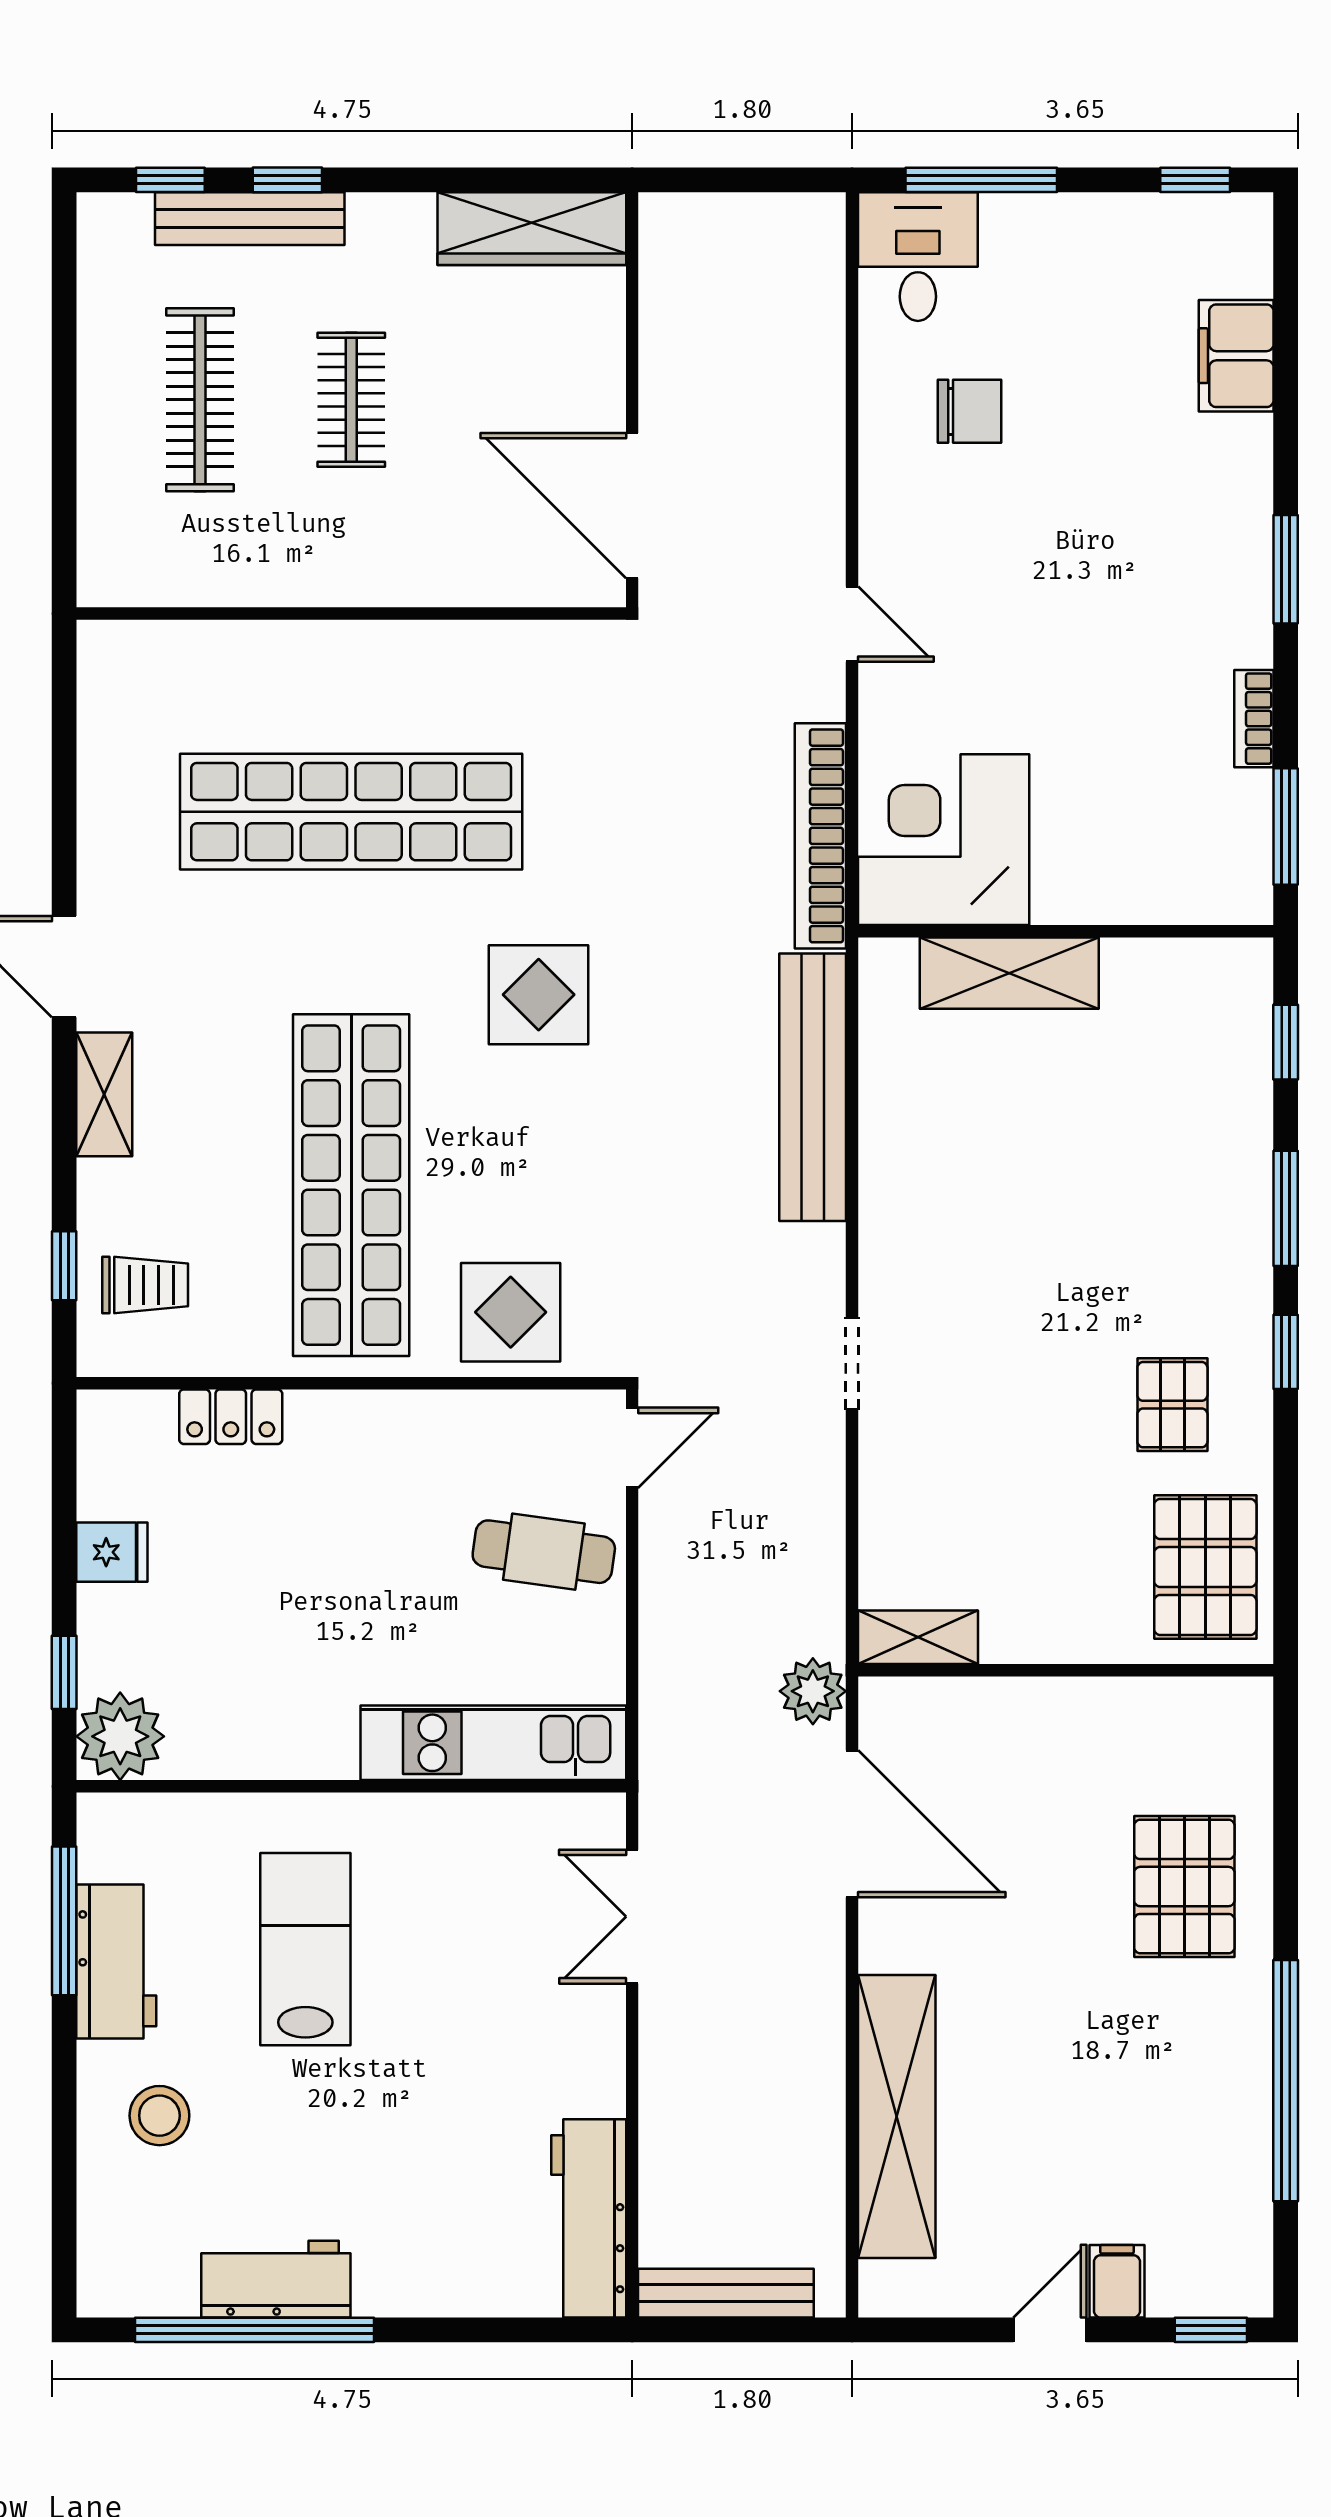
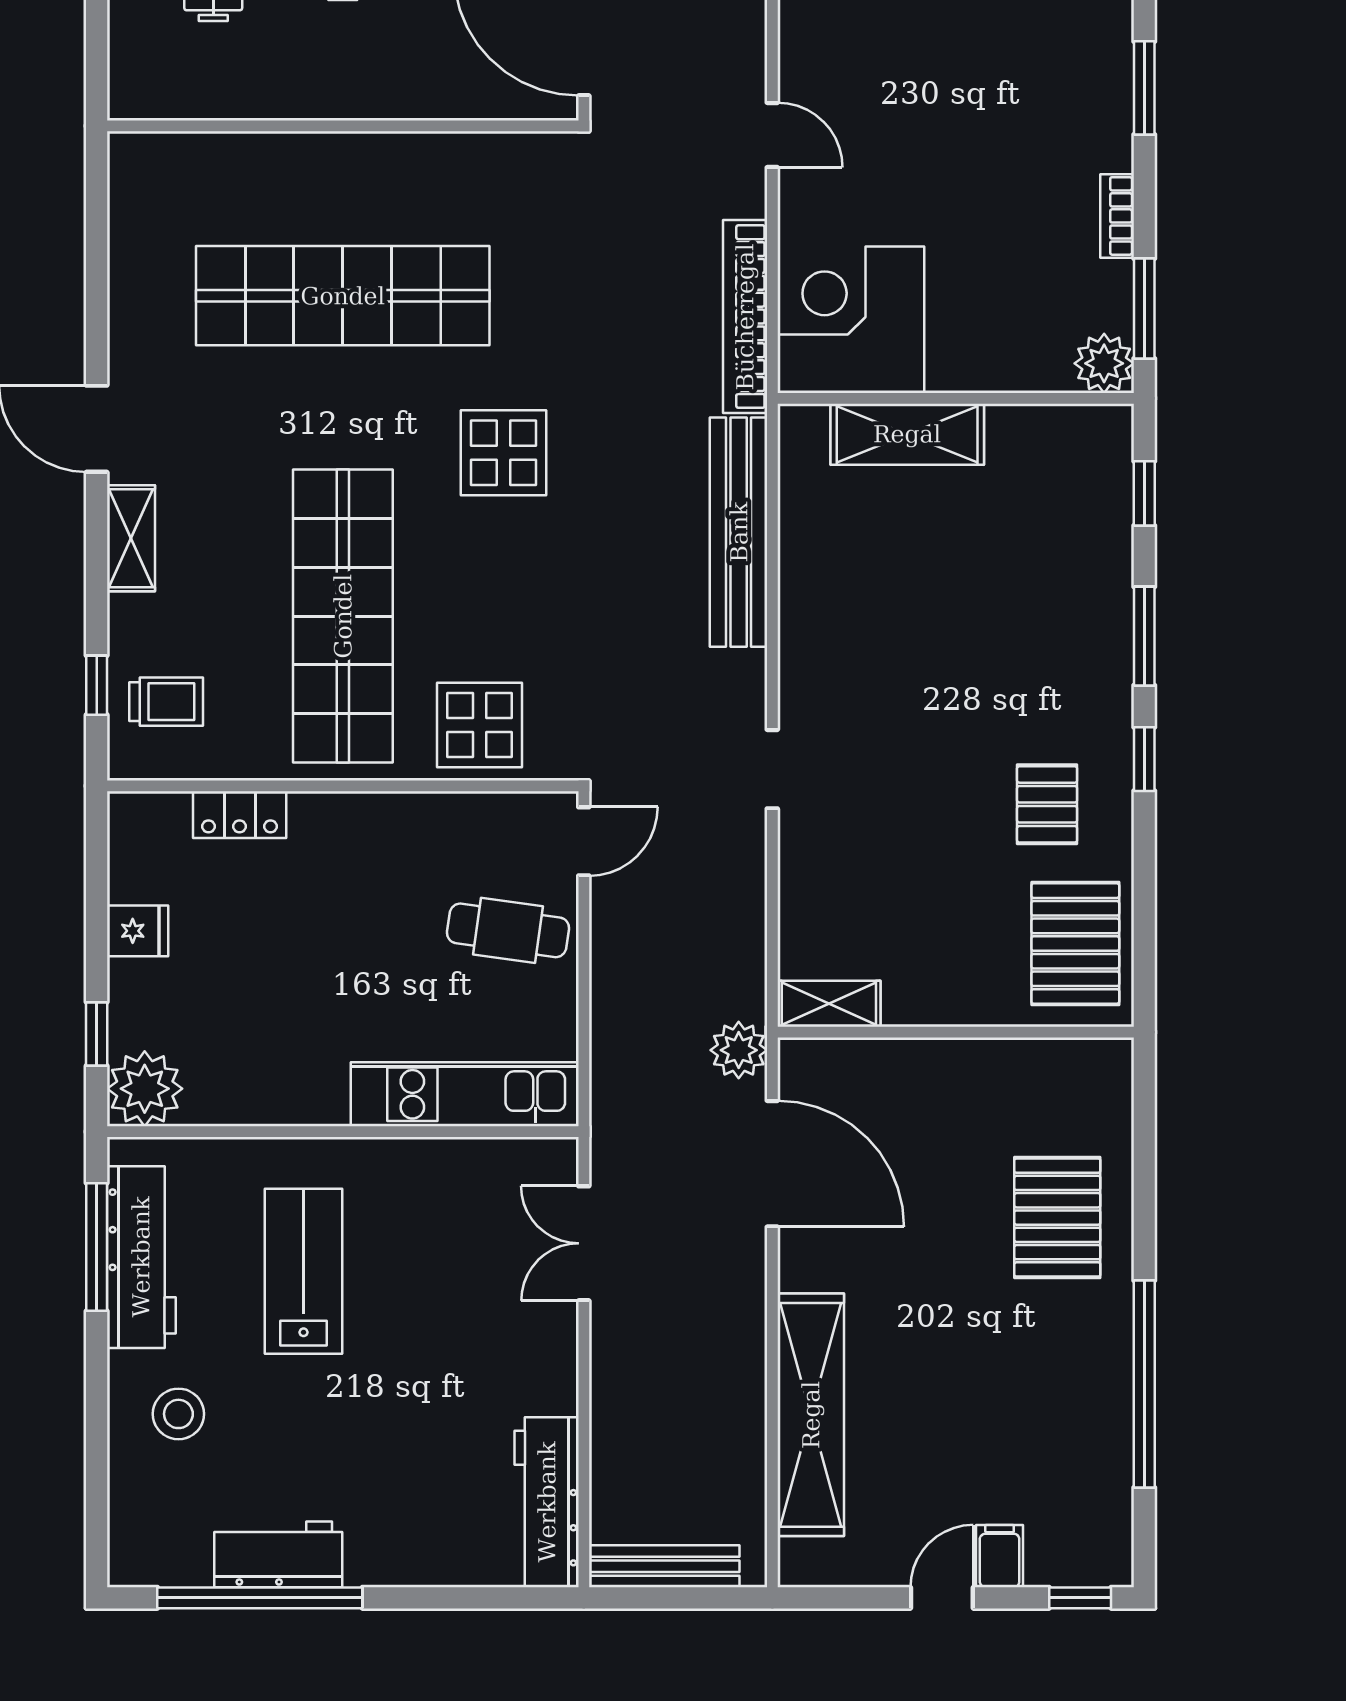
plant: (1239, 890) -> (1104, 363), added
workbench: (116, 1962) -> (141, 1257), width x1.38

